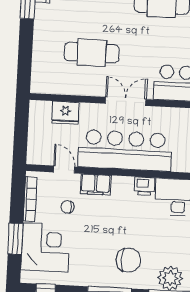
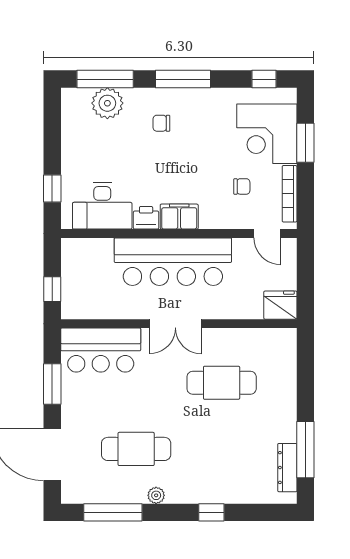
fridge: (65, 113) -> (280, 305), moved
door: (64, 169) -> (267, 233), moved
filing cabinet: (96, 185) -> (179, 217), moved
chair: (128, 260) -> (161, 123), width x0.54, depth x0.54

